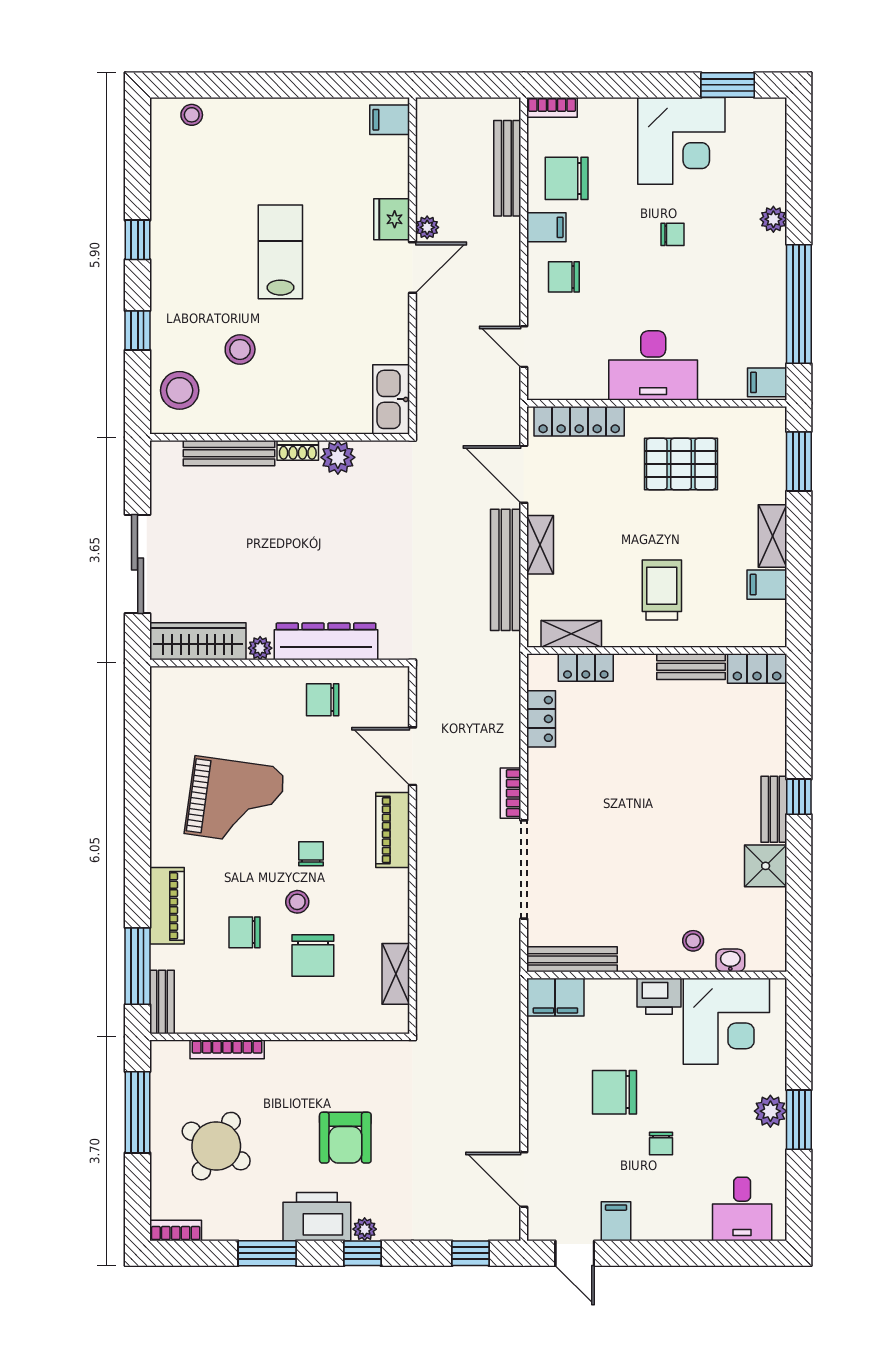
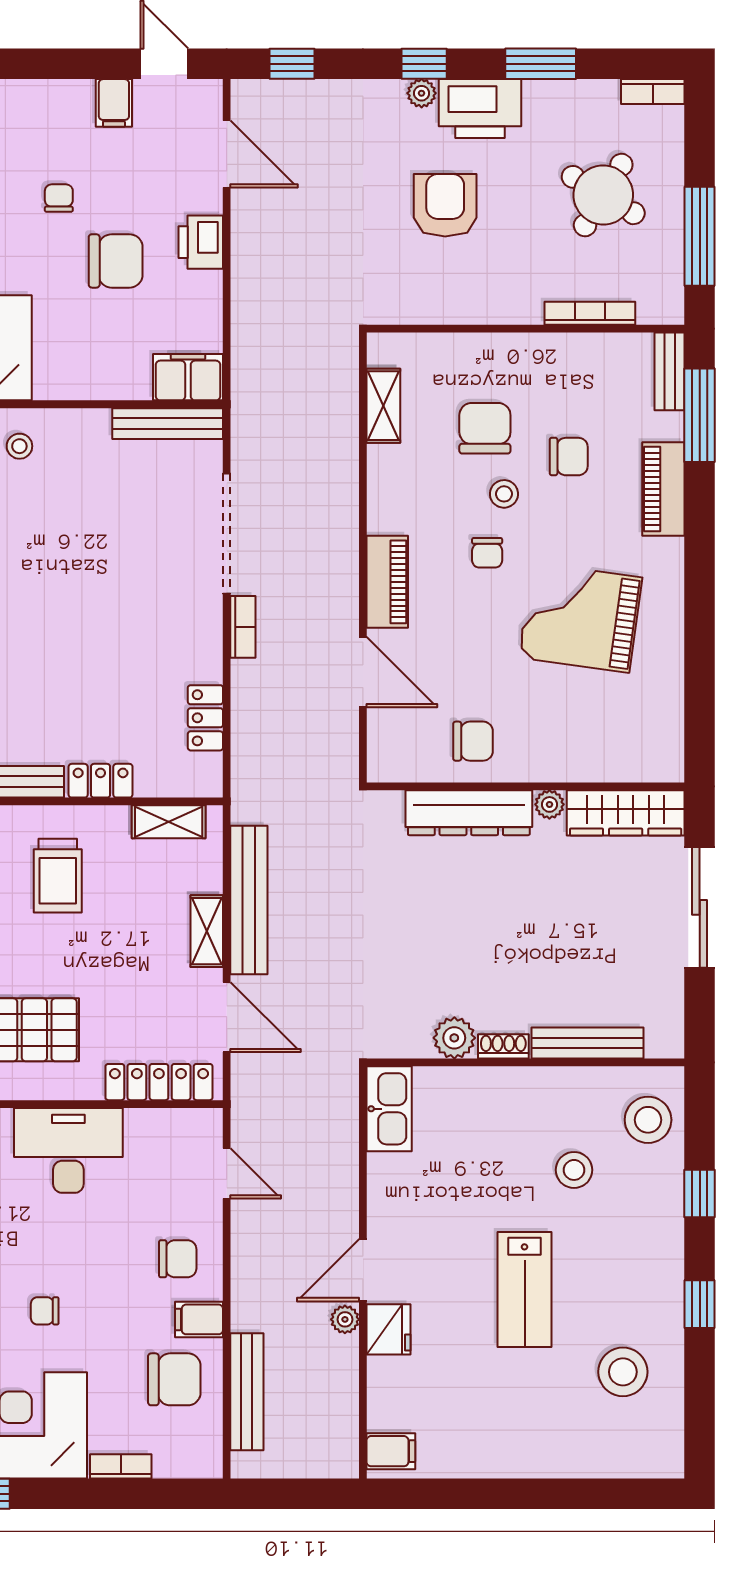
bookcase: (552, 107) -> (121, 1466), moved
stool: (192, 115) -> (623, 1372), moved, width x1.89, depth x1.89
locker: (586, 668) -> (101, 781), moved
printer: (659, 996) -> (201, 242), moved, turned -90

